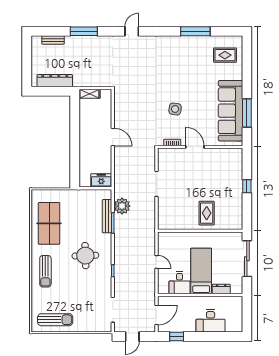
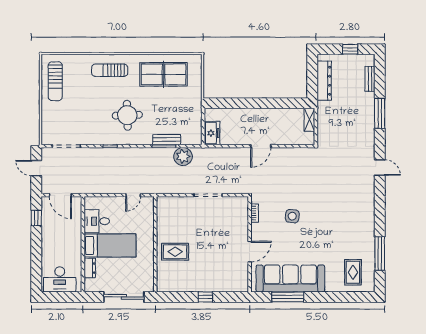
window: (195, 31) -> (380, 254), moved
window: (27, 58) -> (350, 49), added
door: (195, 147) -> (250, 252), moved
bench: (107, 216) -> (167, 140), width x0.73
door: (156, 262) -> (133, 195), moved
desk: (211, 321) -> (60, 279), moved, turned -90

